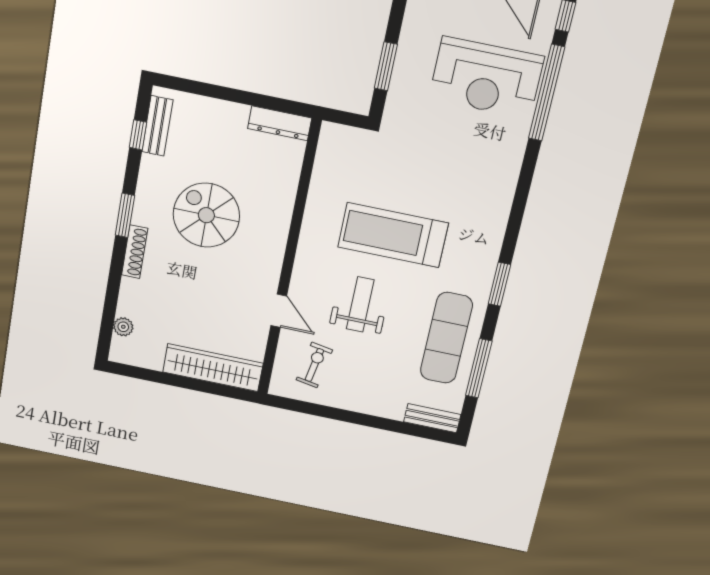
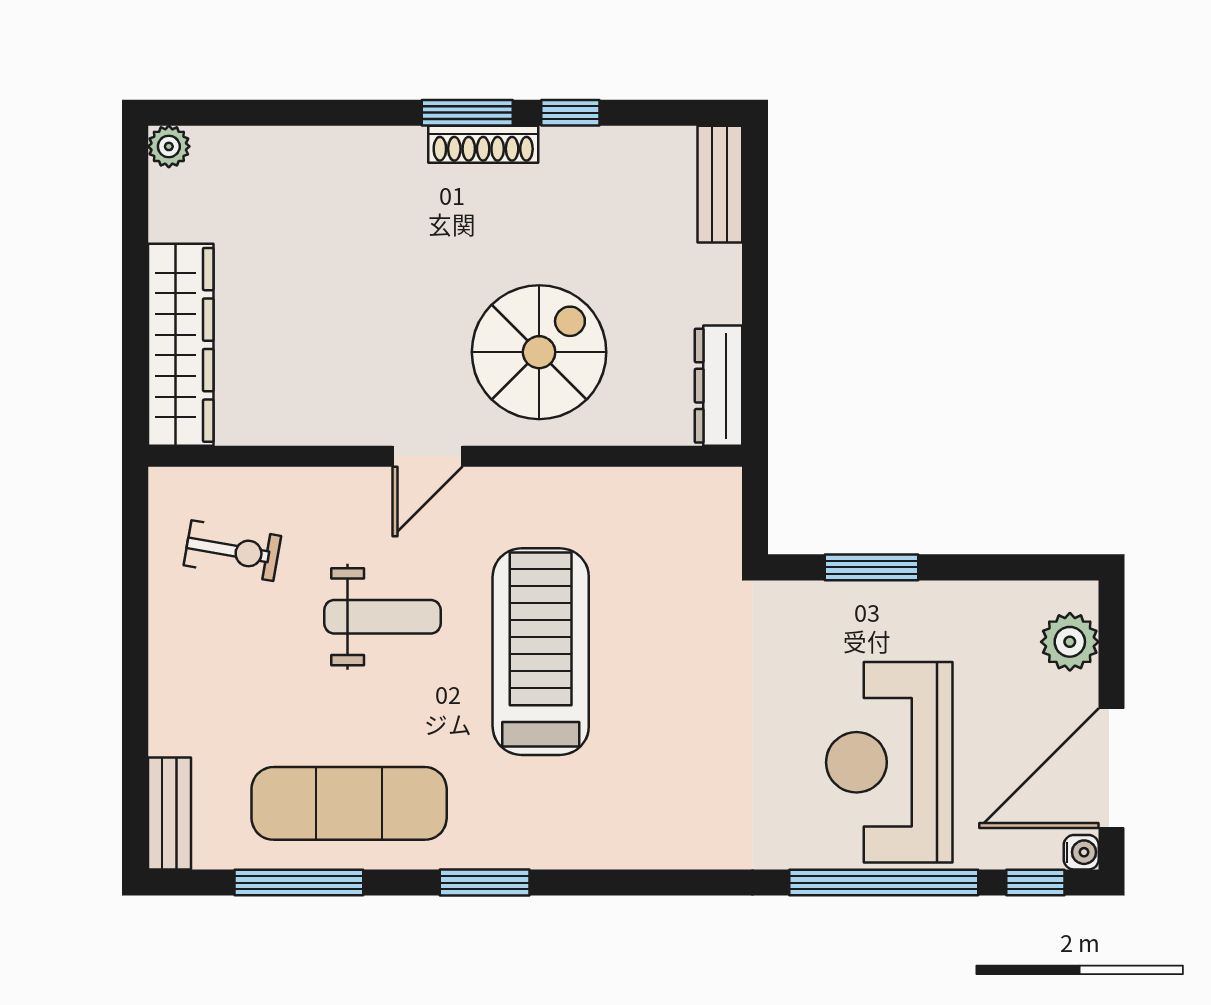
bench: (157, 126) -> (720, 184), moved, turned 90
window: (138, 135) -> (570, 113), moved
spiral stairs: (206, 215) -> (539, 352), moved
shoe rack: (135, 252) -> (483, 144), moved
door: (279, 311) -> (428, 456), moved
plant: (123, 327) -> (169, 146), moved

